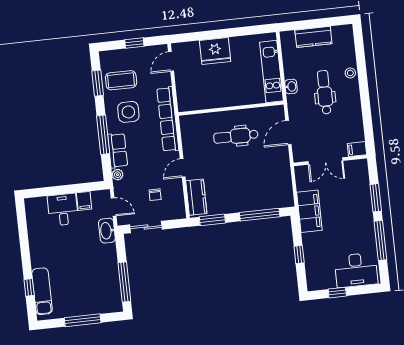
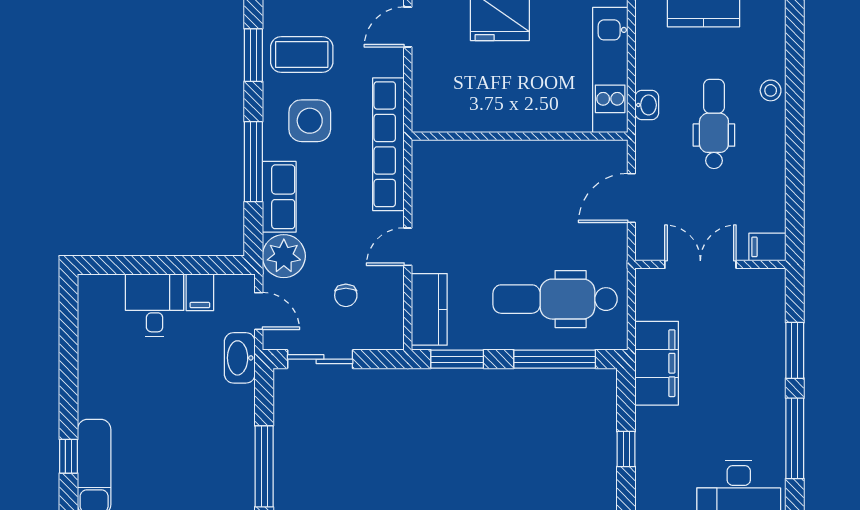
dental chair: (236, 136) -> (555, 299), moved, width x1.36, depth x1.38
double door: (325, 161) -> (700, 264), swing flipped
plant: (118, 175) -> (284, 256), width x1.88, depth x1.88

